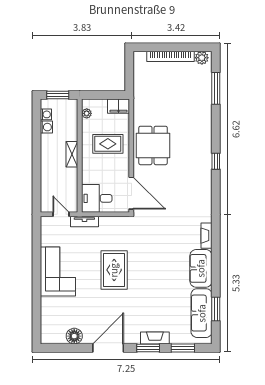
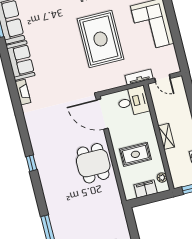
filing cabinet: (118, 106) -> (146, 189), moved
rug: (114, 270) -> (100, 39), width x1.37, depth x1.44

